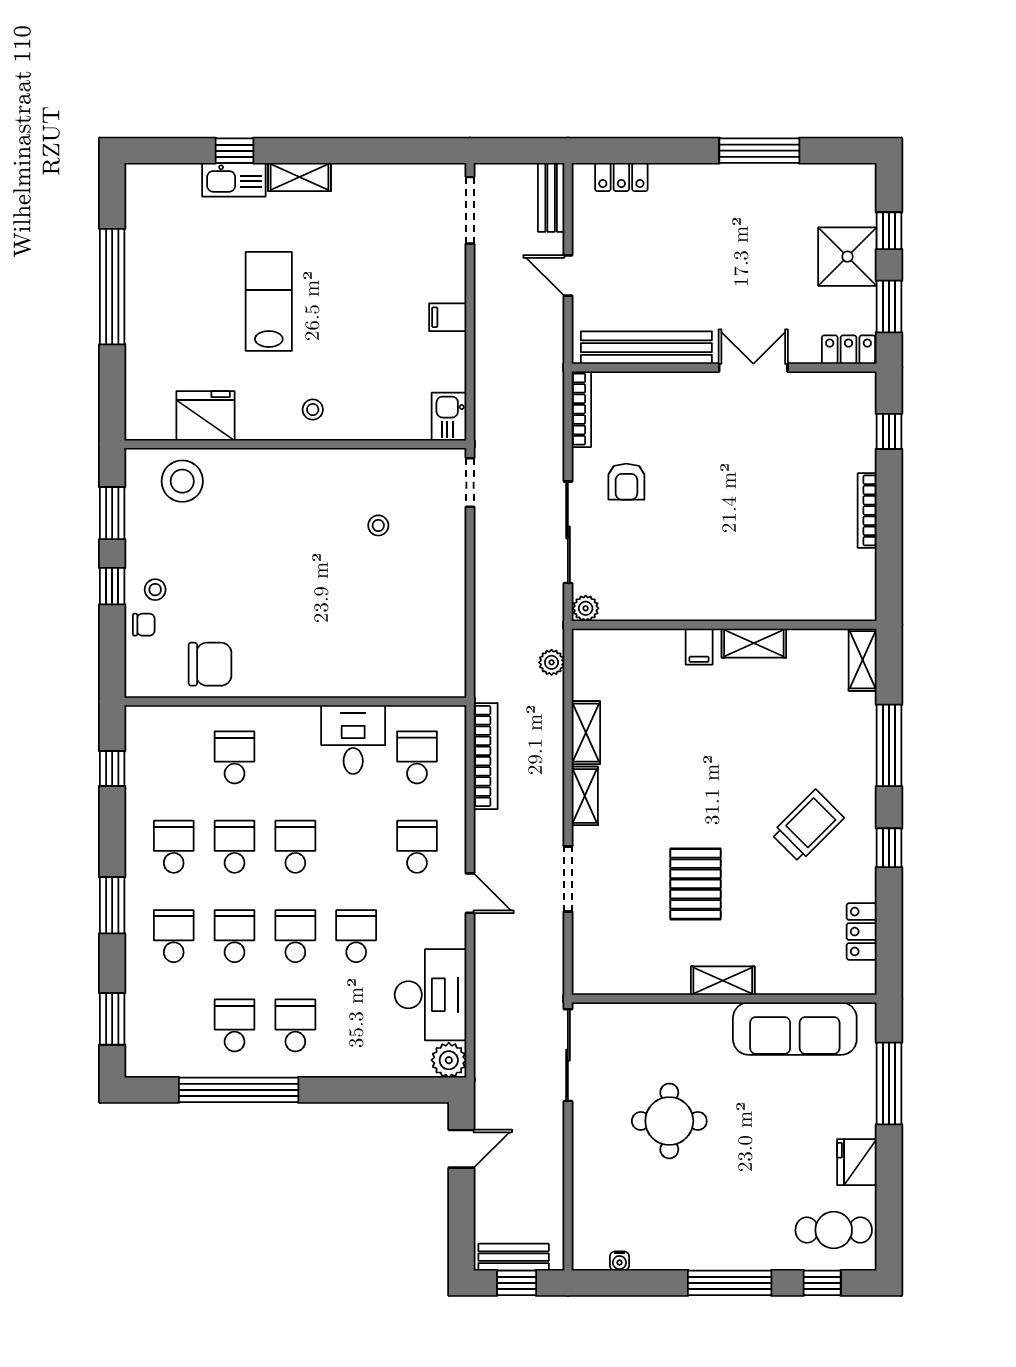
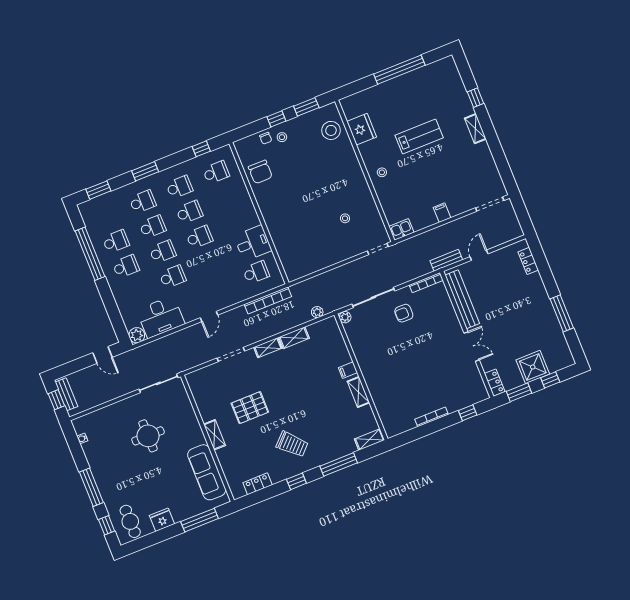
kitchen sink: (234, 180) -> (463, 102), removed
bench: (551, 197) -> (446, 260), moved
school desk: (235, 757) -> (216, 172), moved
school desk: (417, 847) -> (219, 287), removed

